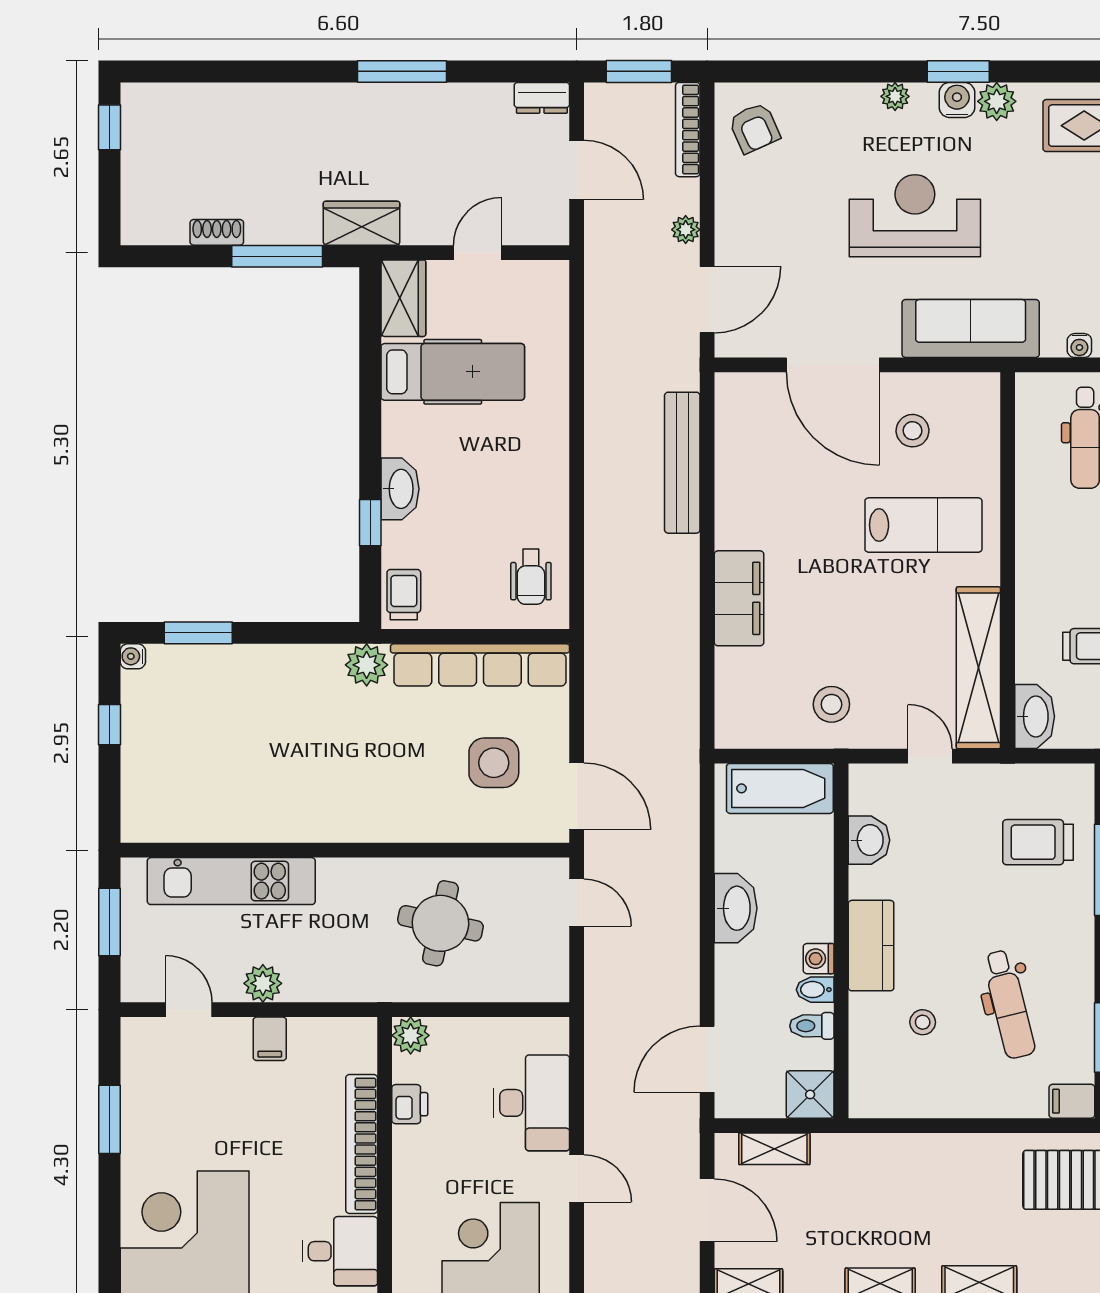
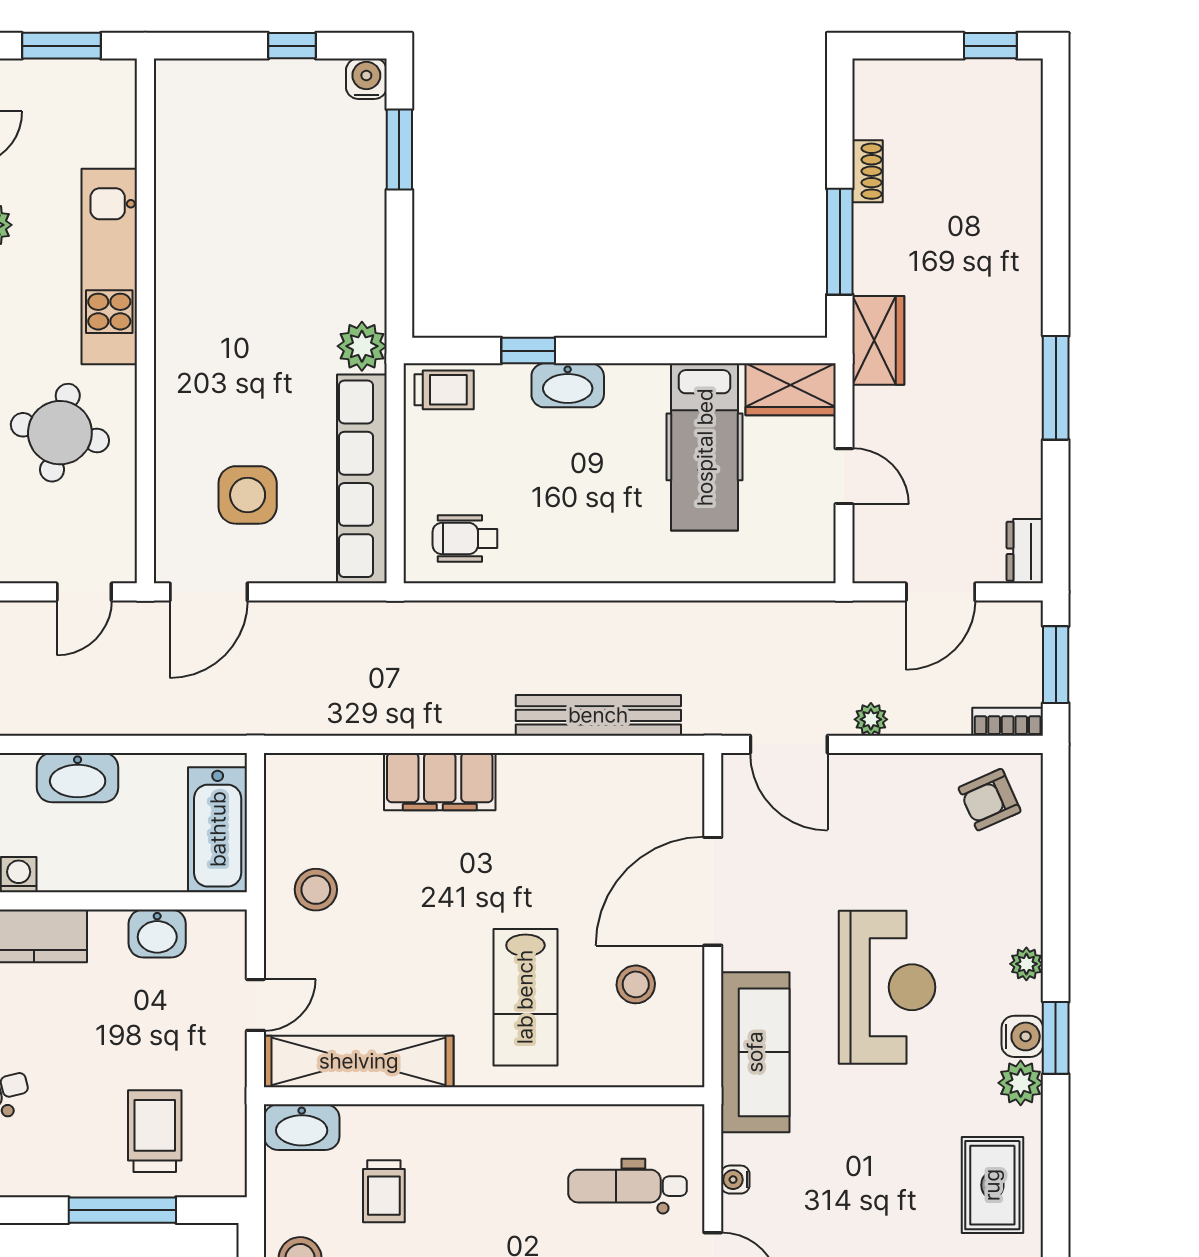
bookcase: (688, 130) -> (1008, 722), width x0.64
water cooler: (133, 656) -> (366, 79), width x1.38, depth x1.38
kitchen unit: (231, 881) -> (109, 267), moved

